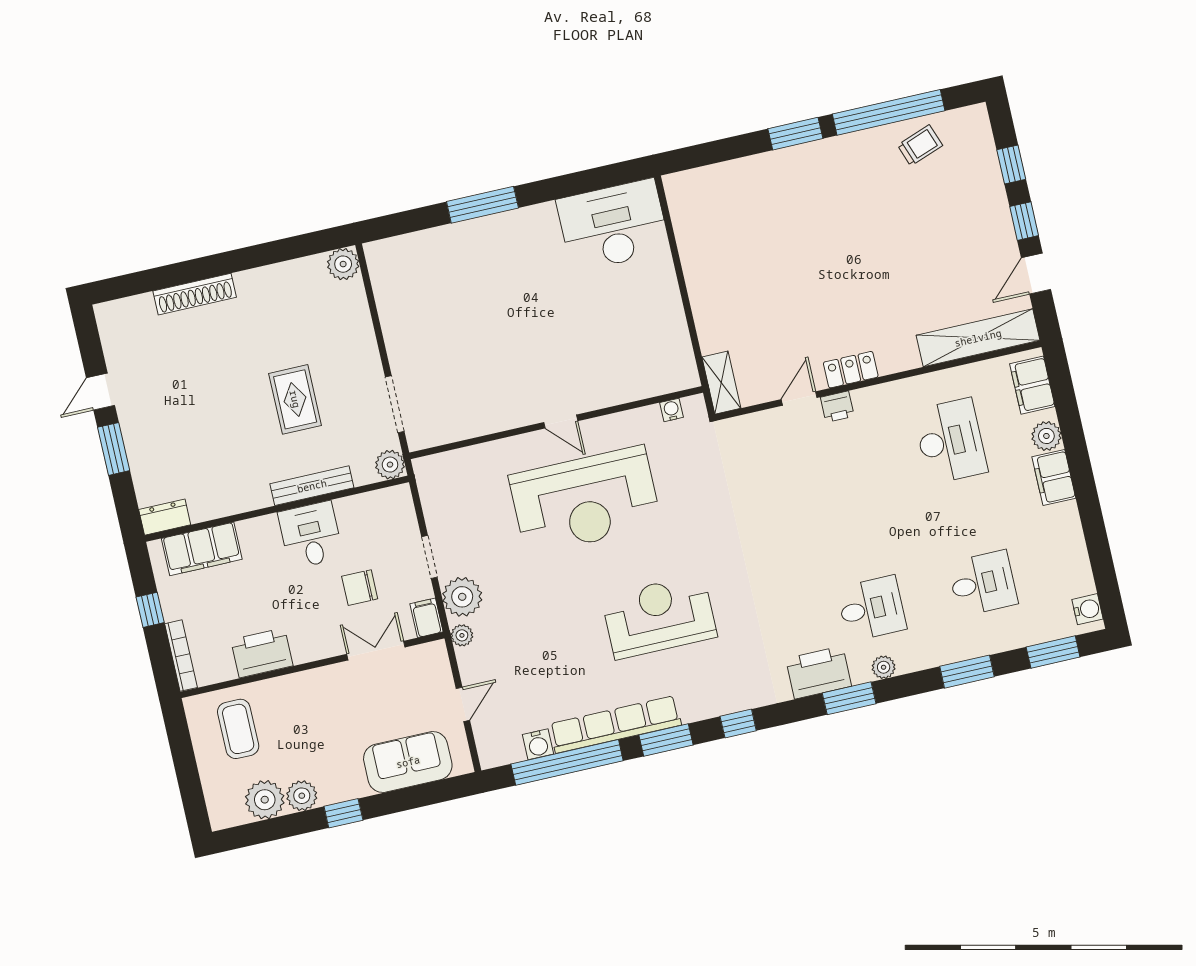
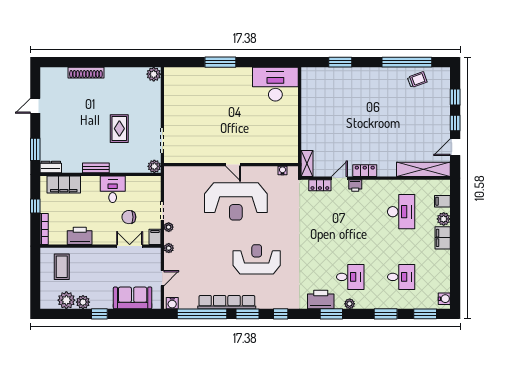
window: (795, 134) -> (340, 62), moved
filing cabinet: (1032, 385) -> (442, 201), width x0.50
locker: (760, 424) -> (320, 185), added
window: (114, 449) -> (35, 149), moved
bench: (312, 486) -> (96, 168), moved, width x0.73
plant: (462, 597) -> (169, 227), width x0.53, depth x0.53
water cooler: (538, 744) -> (172, 303), moved

